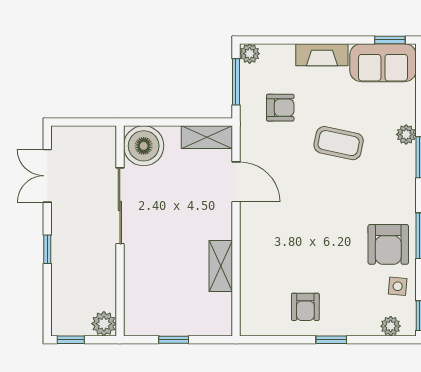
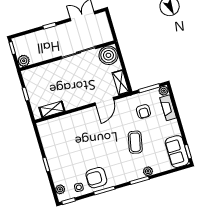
fireplace: (322, 55) -> (168, 108), moved
shelving: (221, 266) -> (52, 109), moved
armchair: (305, 307) -> (58, 149), removed

